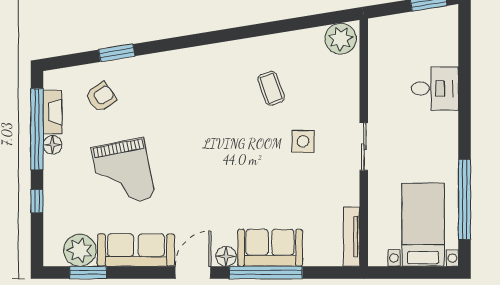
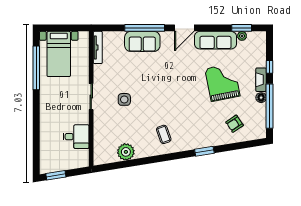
plant: (341, 39) -> (126, 152), moved
window: (117, 53) -> (204, 151), moved
coffee table: (271, 88) -> (164, 134), moved
desk: (435, 89) -> (76, 137), moved, turned 180
fireplace: (52, 112) -> (261, 80), moved
plant: (80, 250) -> (242, 36), width x0.53, depth x0.53
floor lamp: (226, 256) -> (166, 37), removed

